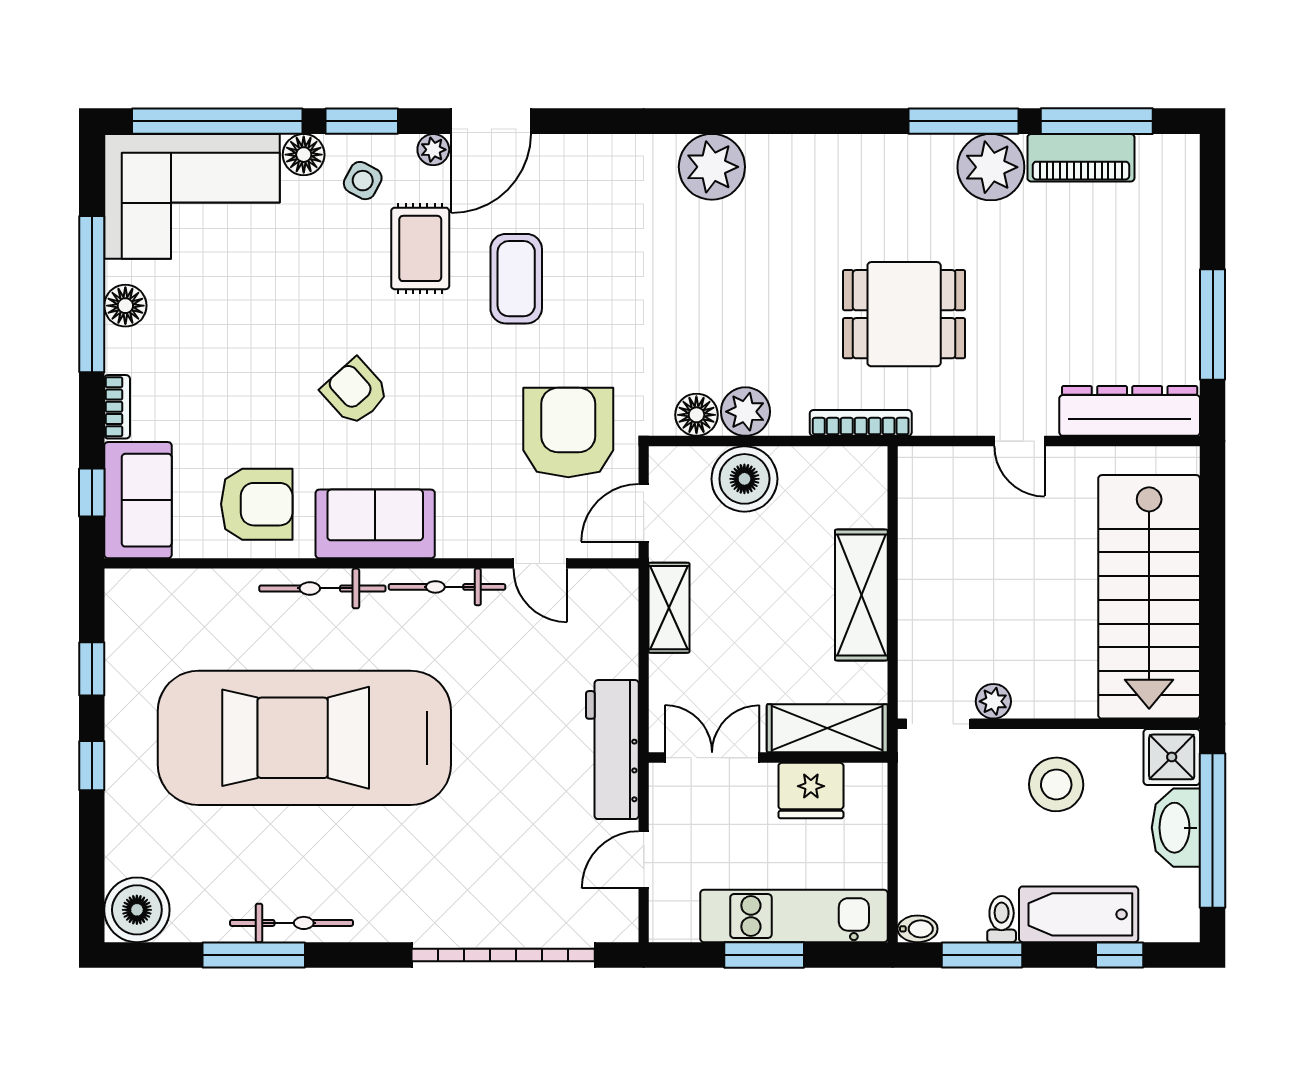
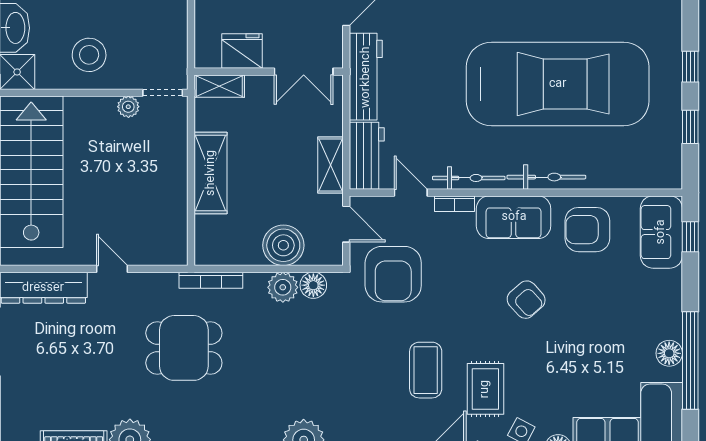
bookcase: (117, 407) -> (454, 204), moved, turned -90
door: (644, 513) -> (346, 224), hinge flipped
workbench: (611, 622) -> (367, 156), added
shelving: (827, 728) -> (219, 86), width x0.67, depth x0.75

